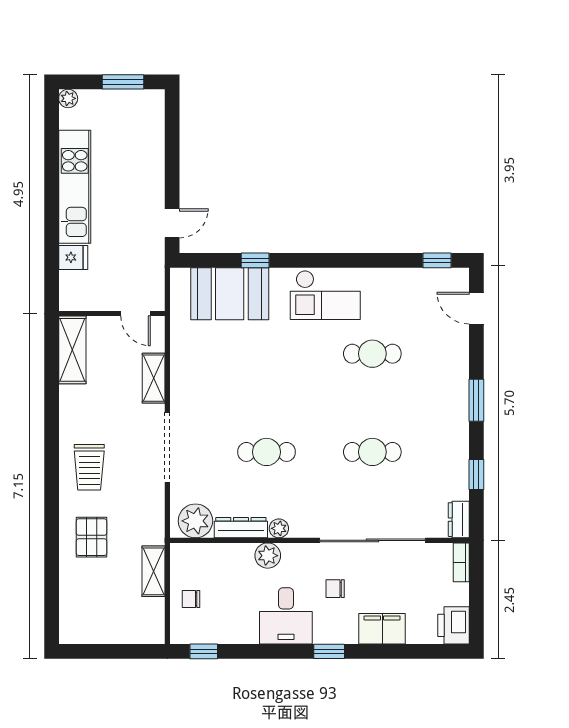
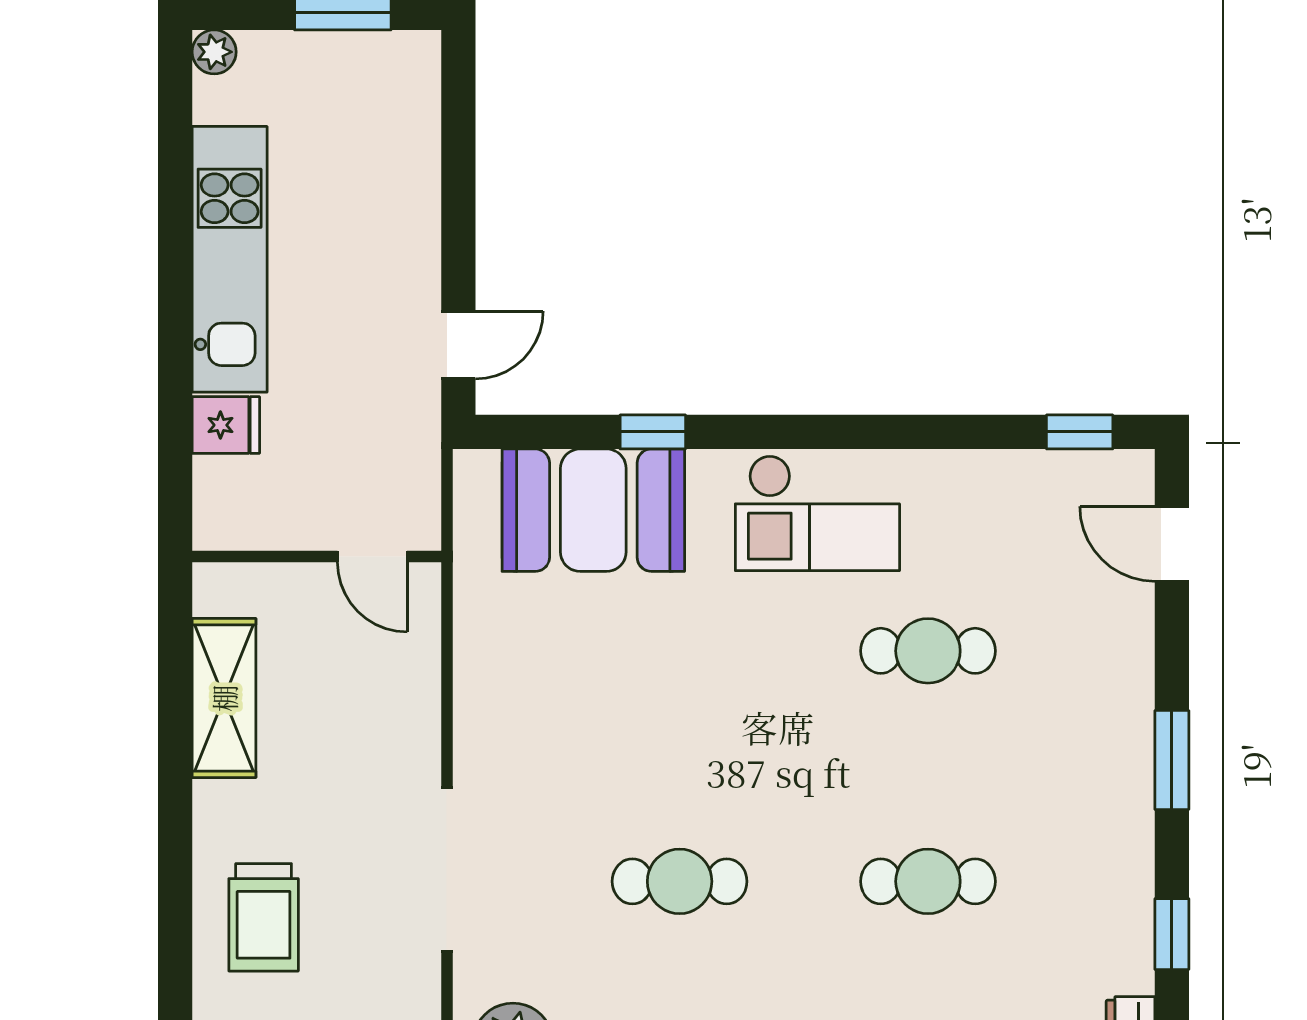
shelving: (72, 350) -> (224, 698), moved
shelving: (154, 378) -> (415, 708), removed

